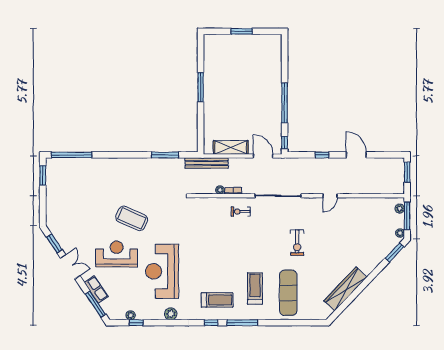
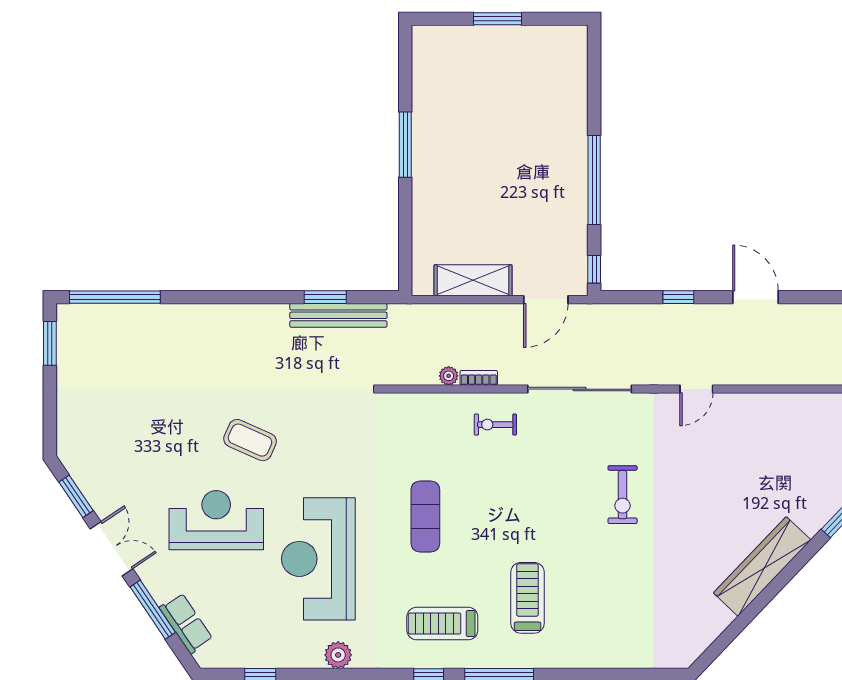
window: (165, 155) -> (325, 297), width x0.69
door: (263, 156) -> (546, 300), swing flipped
bench: (207, 163) -> (338, 315), moved
coffee table: (132, 218) -> (250, 440), width x0.73, depth x0.76
row of seats: (96, 289) -> (186, 623), moved
wardrobe: (345, 289) -> (762, 566), moved
exercise mat: (288, 293) -> (425, 517), moved, width x0.73, depth x0.69
treadmill: (217, 300) -> (442, 624), turned 180
window: (95, 304) -> (153, 610), moved
plant: (131, 315) -> (248, 658), removed

